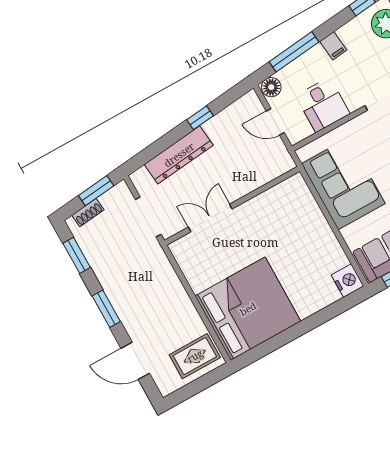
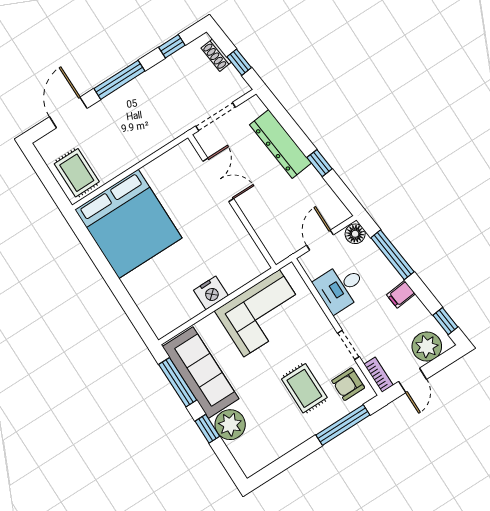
window: (96, 191) -> (239, 62), width x0.67
window: (77, 255) -> (172, 46), width x0.67
nightstand: (348, 281) -> (211, 293), moved
window: (106, 309) -> (119, 80), width x1.44

